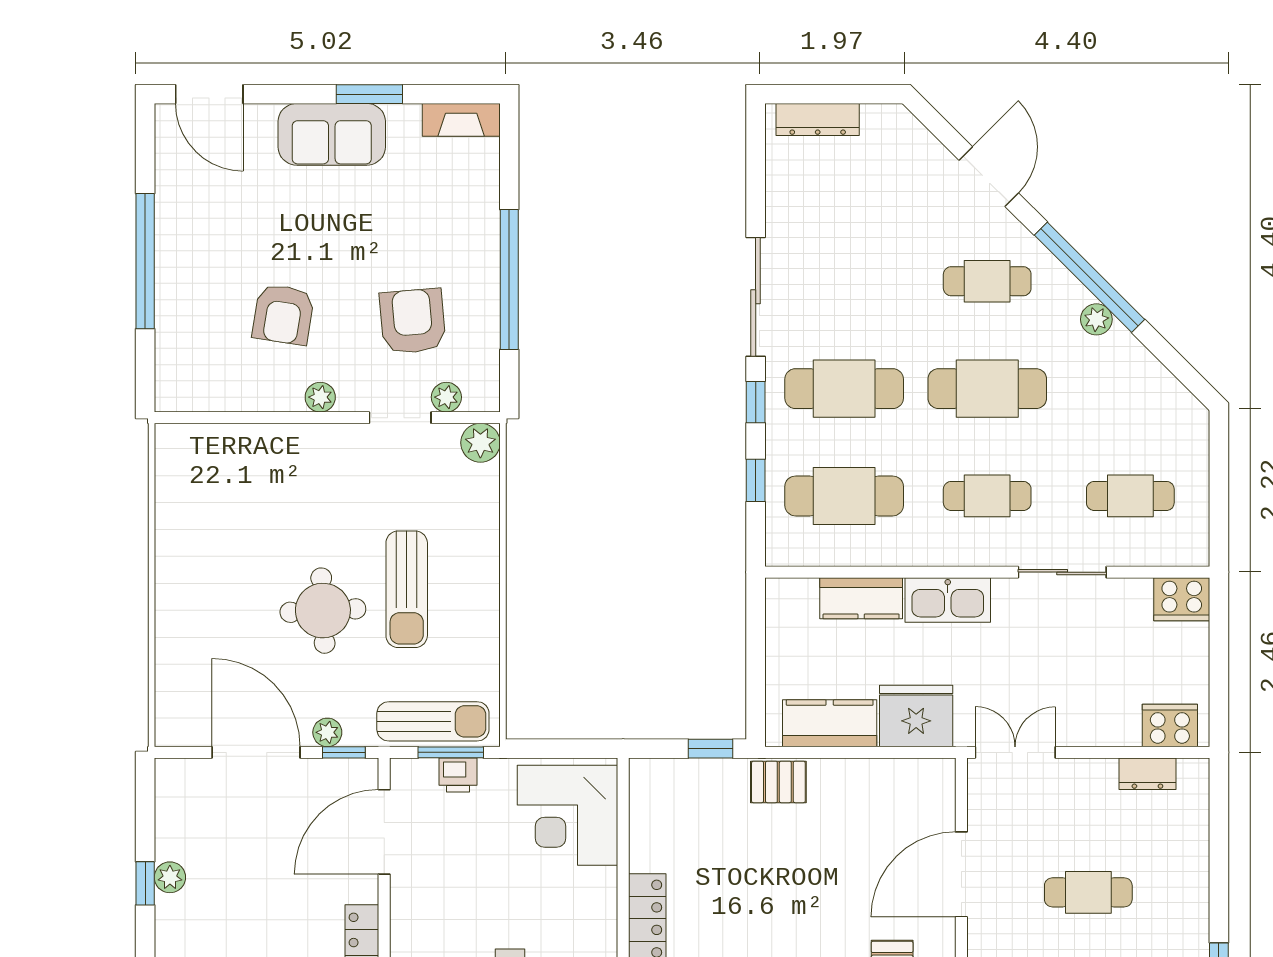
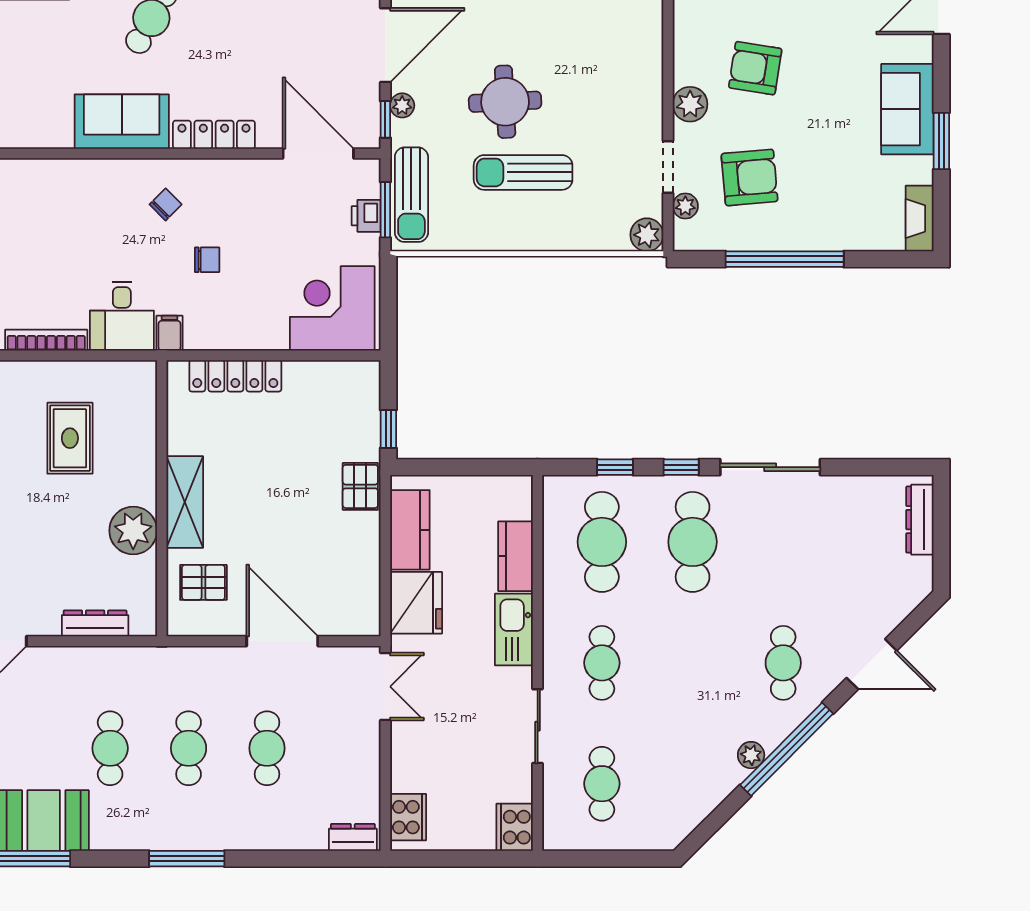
cafe table: (987, 389) -> (693, 663), removed
plant: (320, 397) -> (690, 104), width x1.38, depth x1.38
dresser: (1147, 774) -> (353, 837), moved, turned 90

